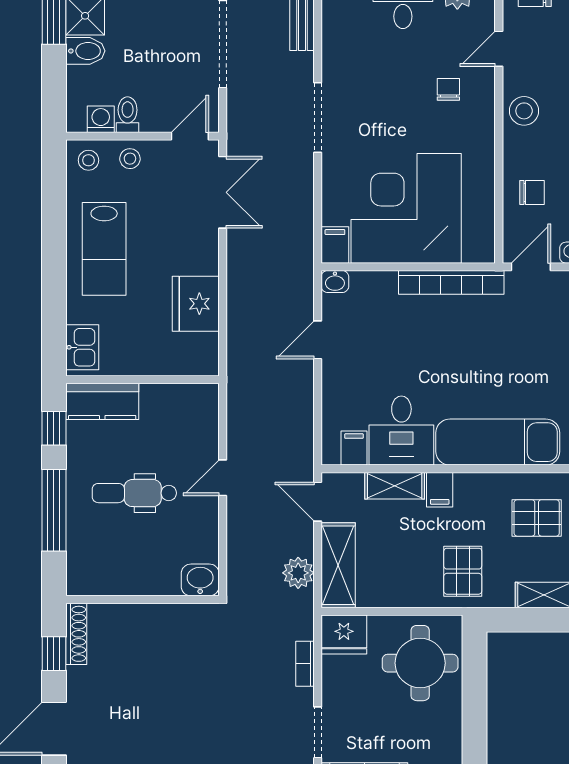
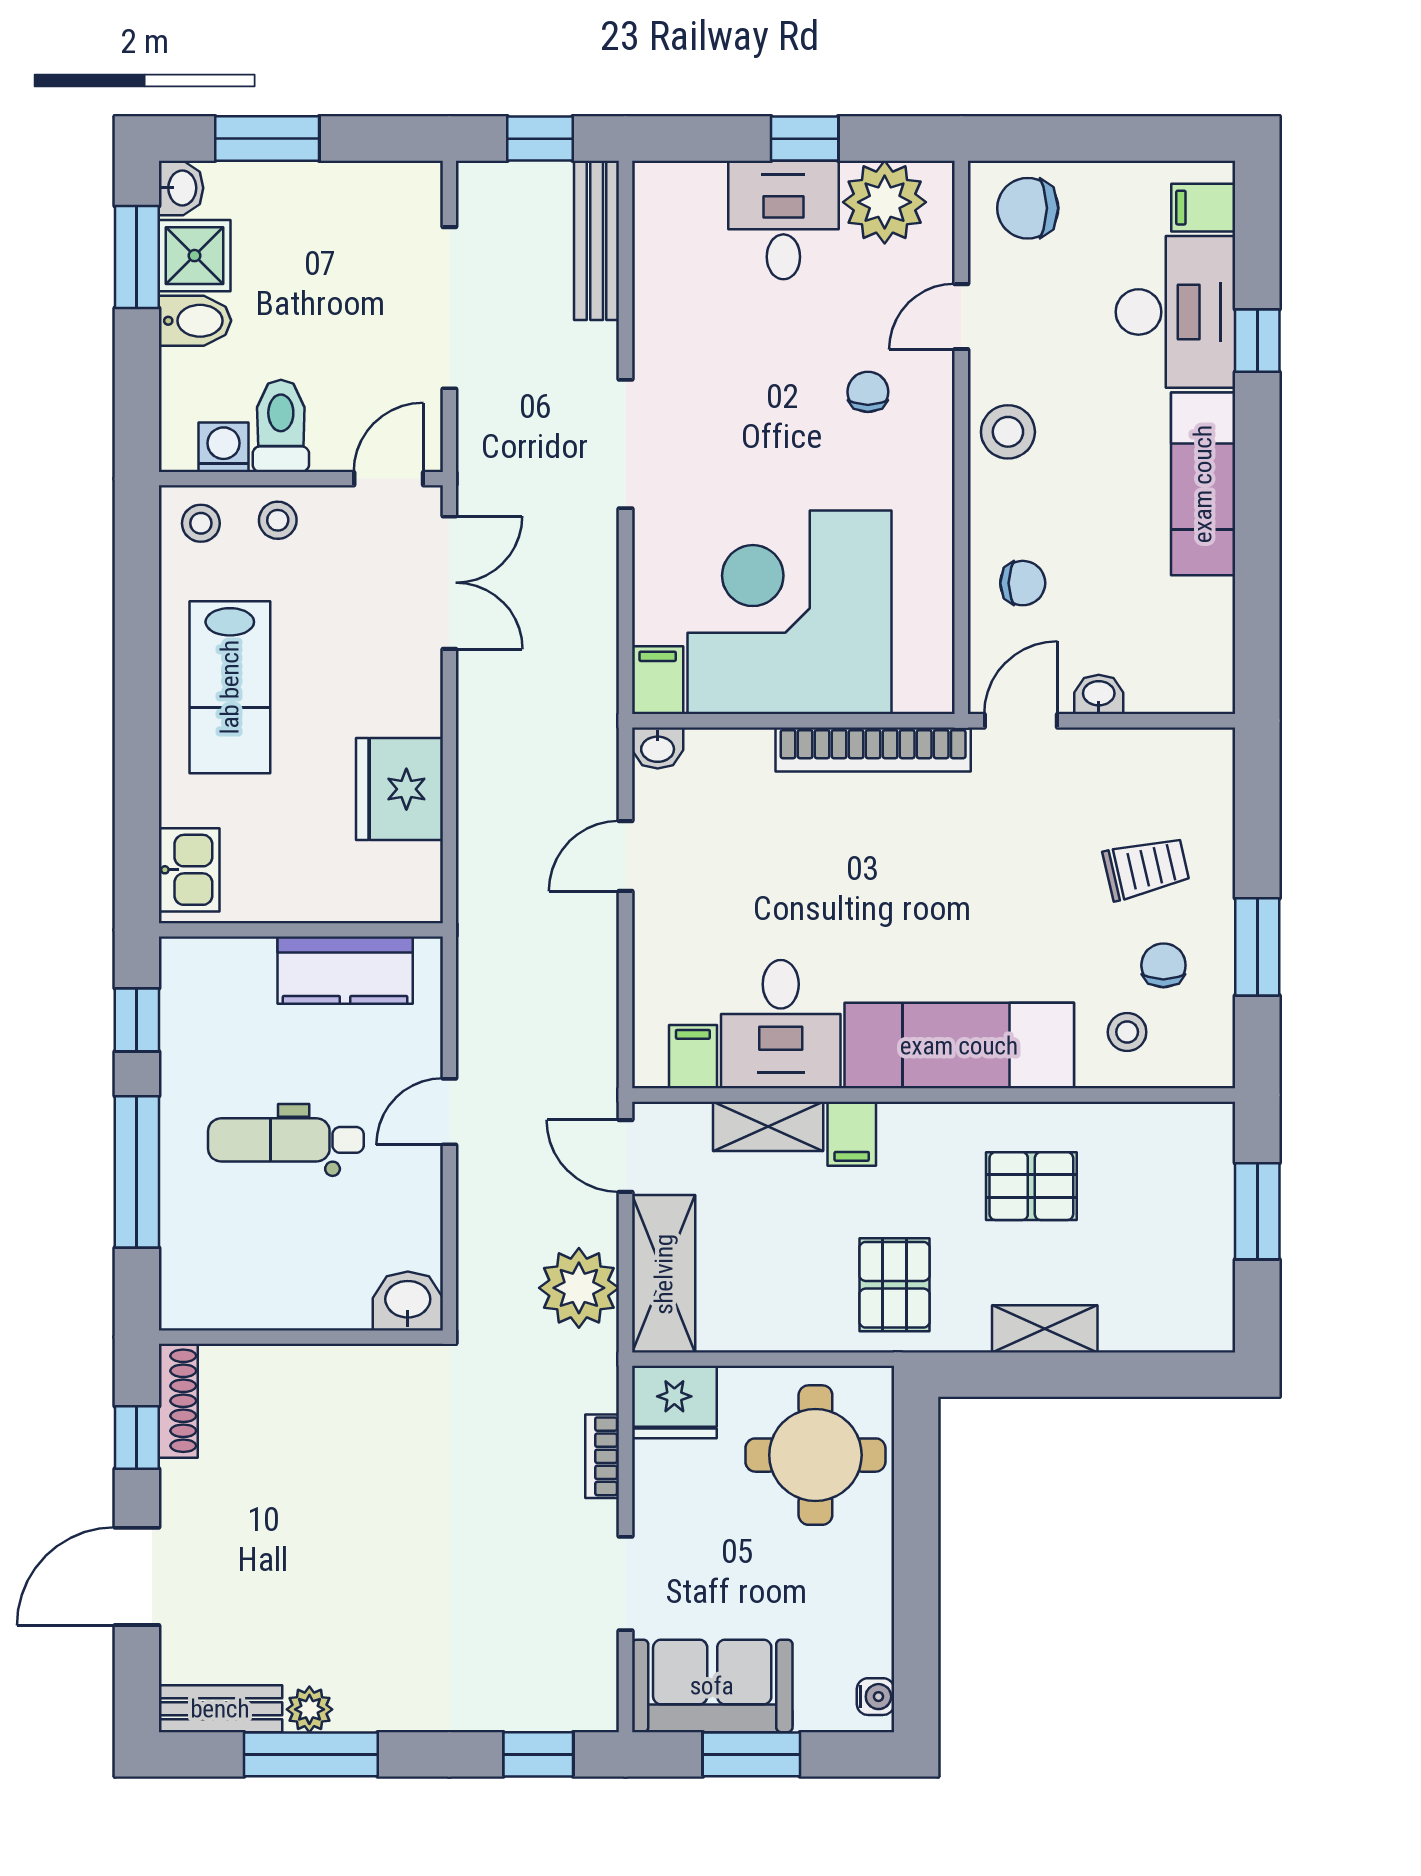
toilet: (128, 115) -> (281, 426), width x1.37, depth x1.39
kitchen counter: (102, 401) -> (345, 970), moved
plant: (298, 573) -> (579, 1288), width x1.36, depth x1.36

